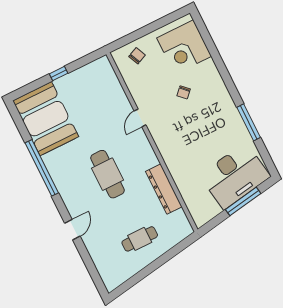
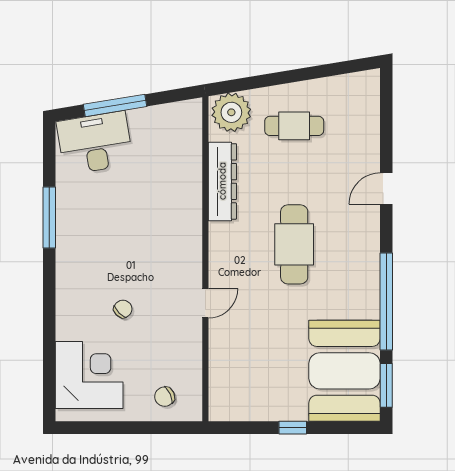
window: (19, 122) -> (386, 385), added
desk: (235, 176) -> (95, 143), width x0.73, depth x0.77
plant: (178, 229) -> (231, 112), added

